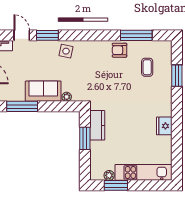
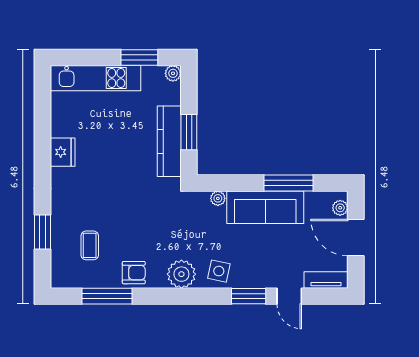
plant: (90, 49) -> (181, 274), added
sofa: (43, 91) -> (265, 207), width x1.36
kitchen counter: (97, 125) -> (169, 141), width x1.50
plant: (109, 175) -> (173, 73), moved

